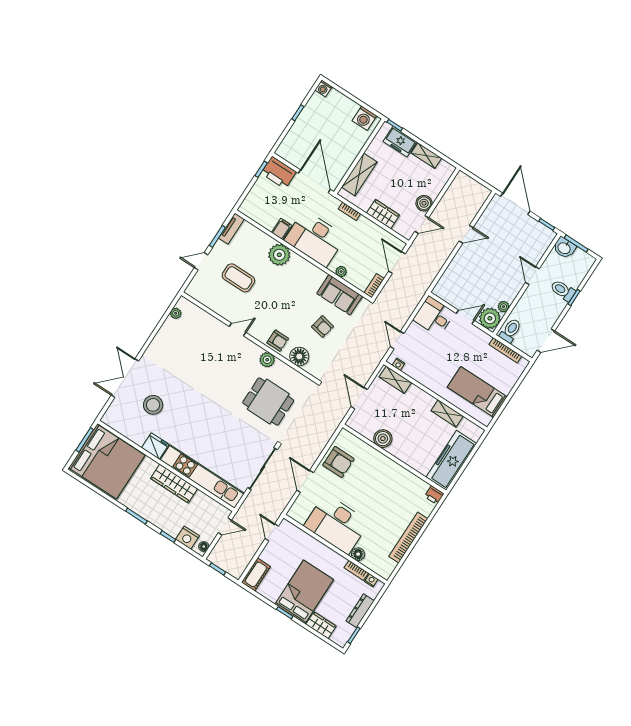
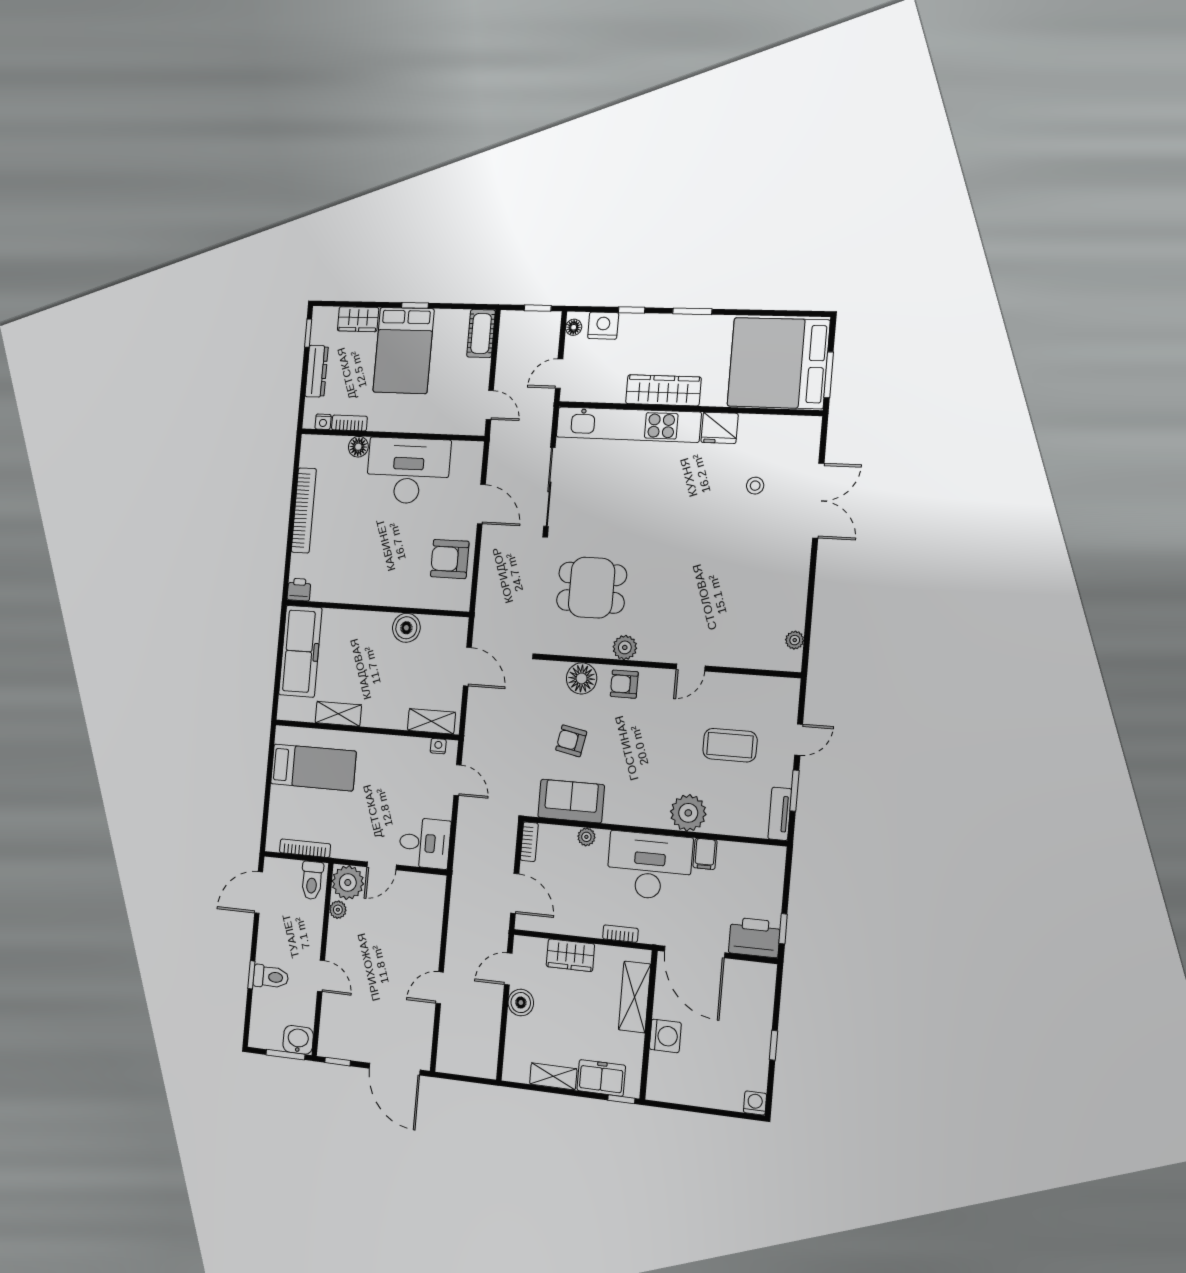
washing machine: (364, 118) -> (665, 1036), moved, turned 90
stool: (153, 405) -> (755, 486), width x0.53, depth x0.53

